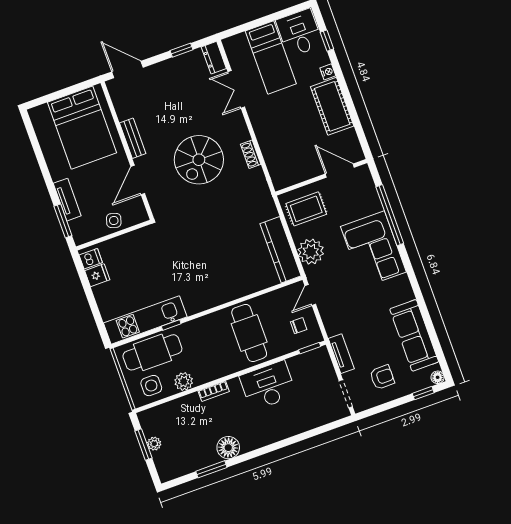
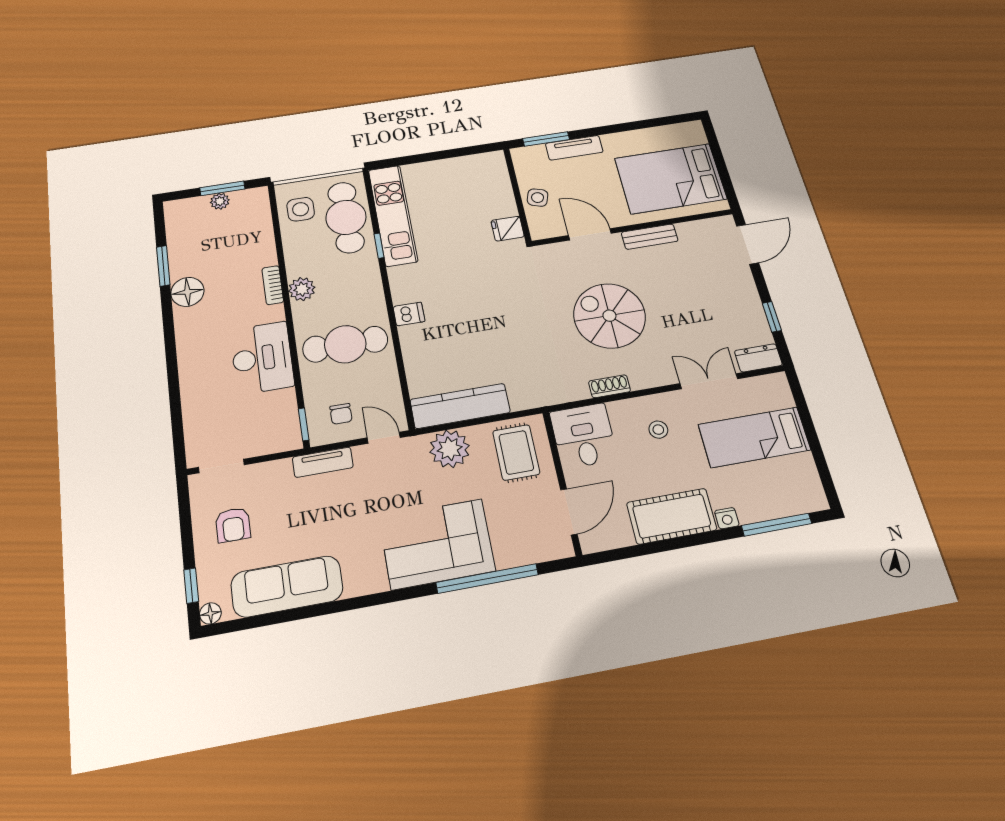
desk: (299, 33) -> (584, 436), moved, turned -90
window: (327, 41) -> (777, 525), width x2.17
stool: (276, 120) -> (658, 430), added
dishwasher: (91, 259) -> (409, 314), moved, turned -90
fridge: (97, 275) -> (508, 229), moved, turned 90
tv unit: (341, 354) -> (323, 462), moved
plant: (184, 381) -> (302, 289), moved

